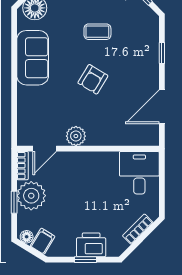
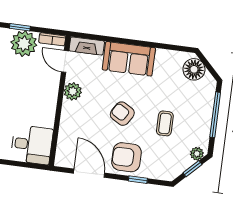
sofa: (33, 58) -> (129, 59), moved
armchair: (139, 69) -> (126, 157), added
fireplace: (25, 127) -> (87, 46), added

